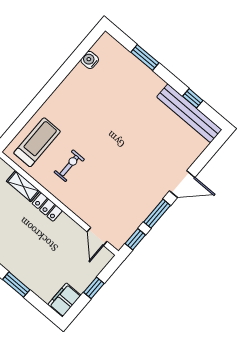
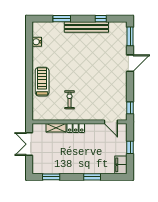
bench: (189, 113) -> (86, 27), moved
treadmill: (37, 142) -> (42, 82), moved
window: (157, 214) -> (130, 36), moved

